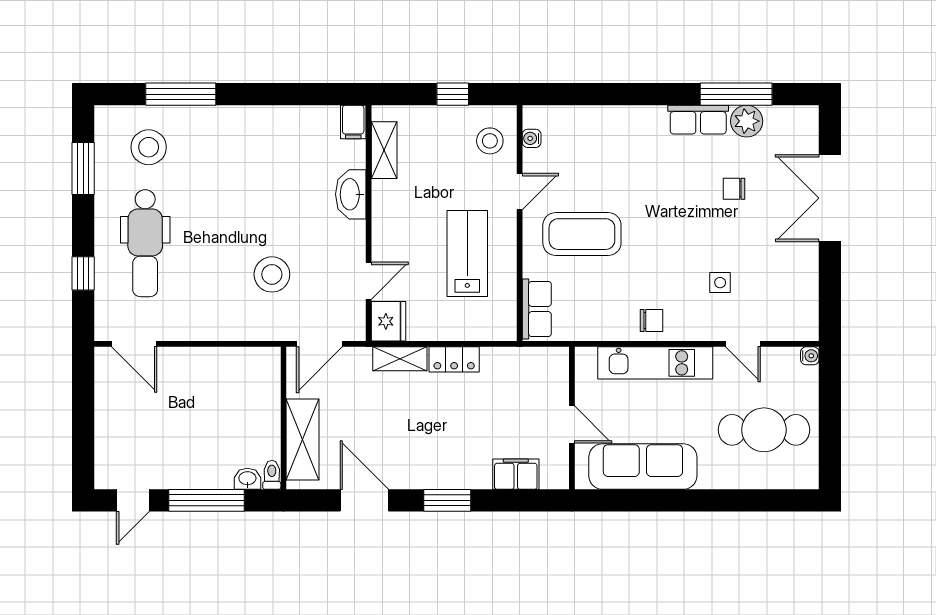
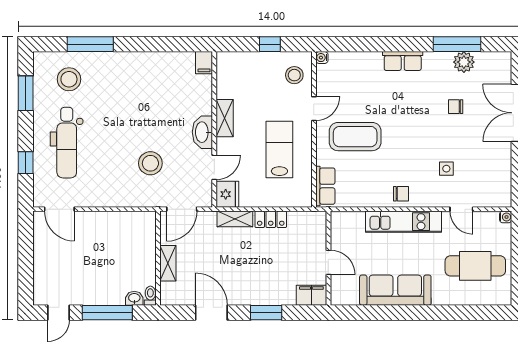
row of seats: (698, 120) -> (403, 61), moved
water cooler: (532, 138) -> (322, 58), moved
shelving: (384, 150) -> (225, 118), moved
washbasin: (351, 194) -> (202, 132), moved
wall: (572, 418) -> (328, 258), moved
door: (572, 424) -> (328, 262), moved
shelving: (302, 440) -> (168, 263), width x0.67, depth x0.75

